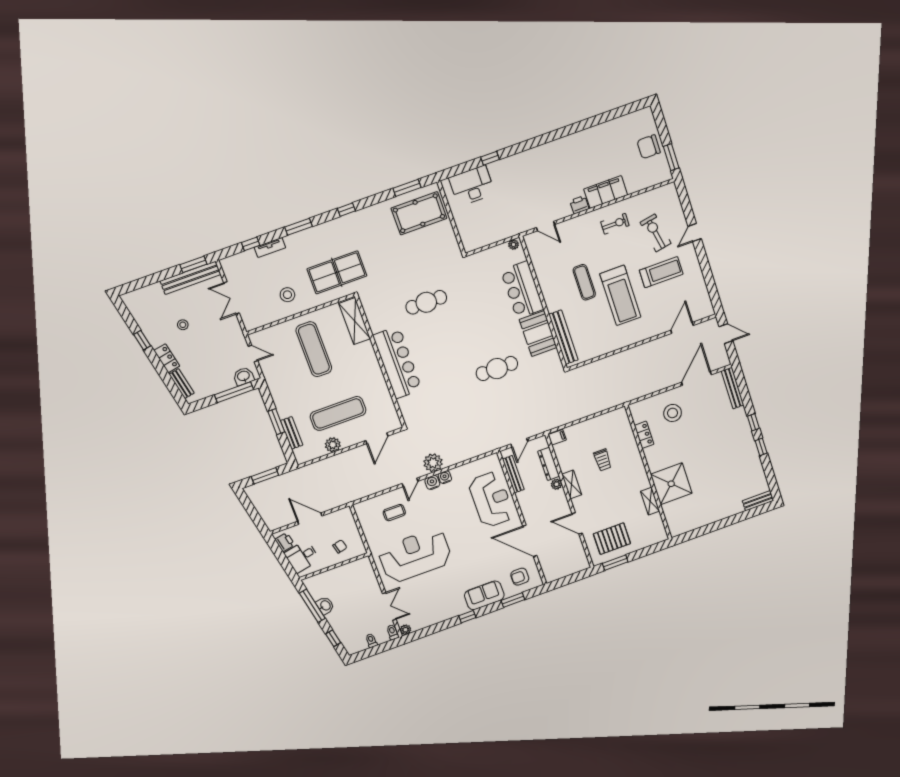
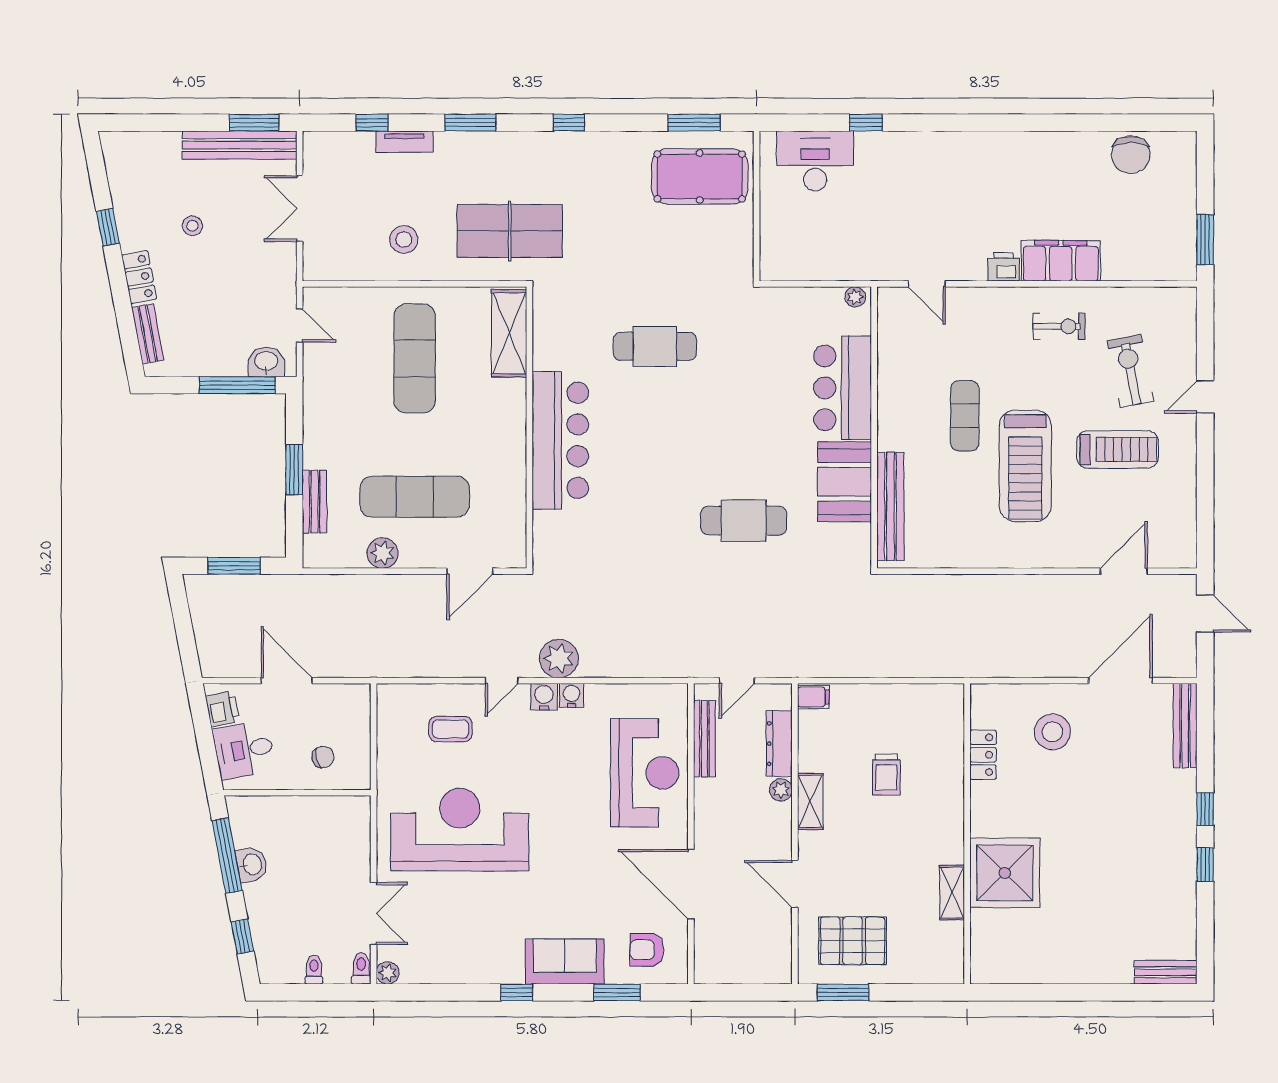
chair: (649, 147) -> (1131, 155), moved, turned -90

